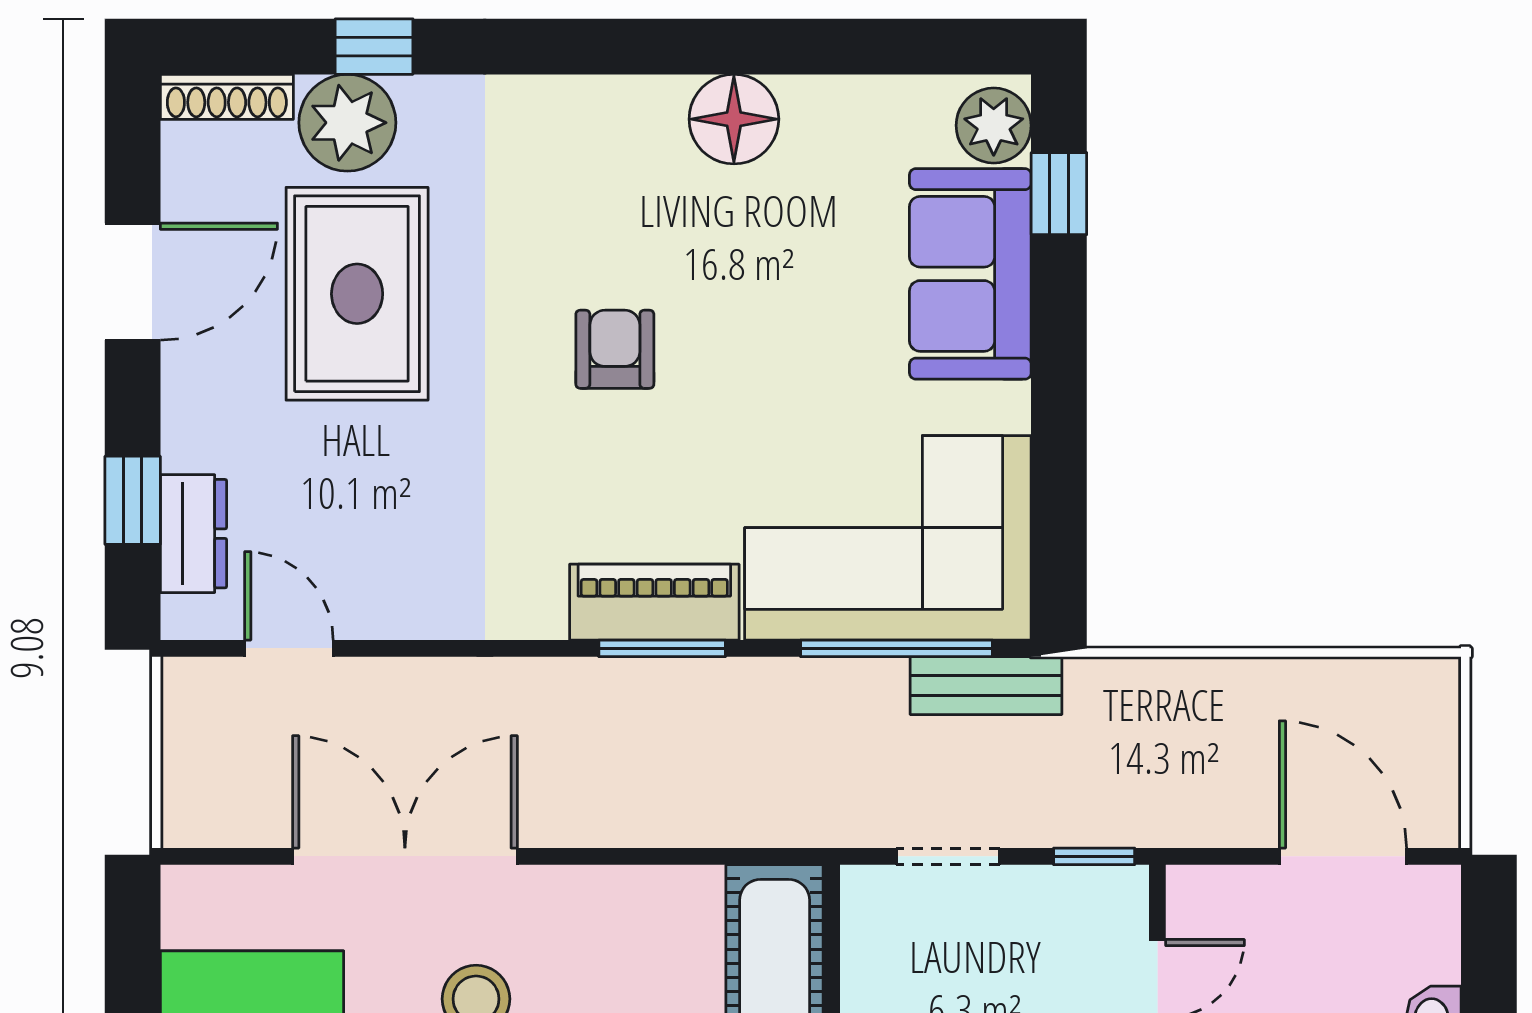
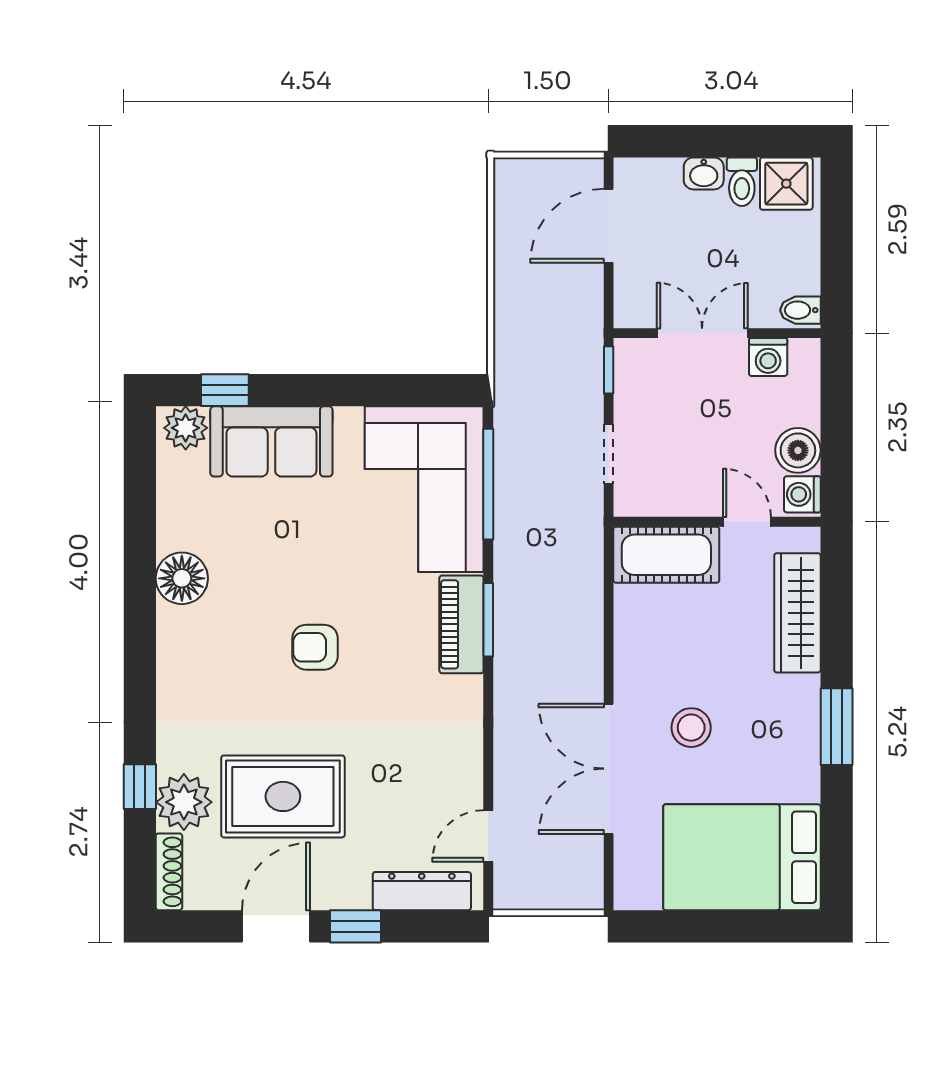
door: (133, 282) -> (276, 926), hinge flipped
window: (133, 500) -> (355, 926), moved
dresser: (194, 534) -> (422, 891), width x1.44
bench: (986, 686) -> (510, 432), removed

